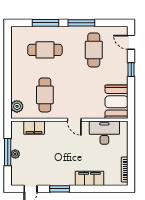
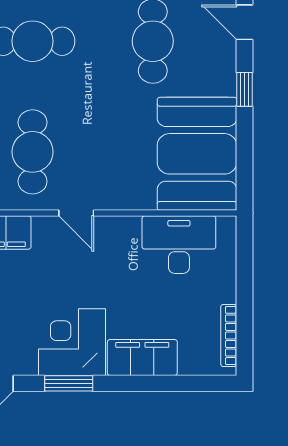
booth: (117, 102) -> (197, 154), width x1.36, depth x1.42
door: (74, 120) -> (76, 213), moved
corner desk: (61, 172) -> (72, 342), added

